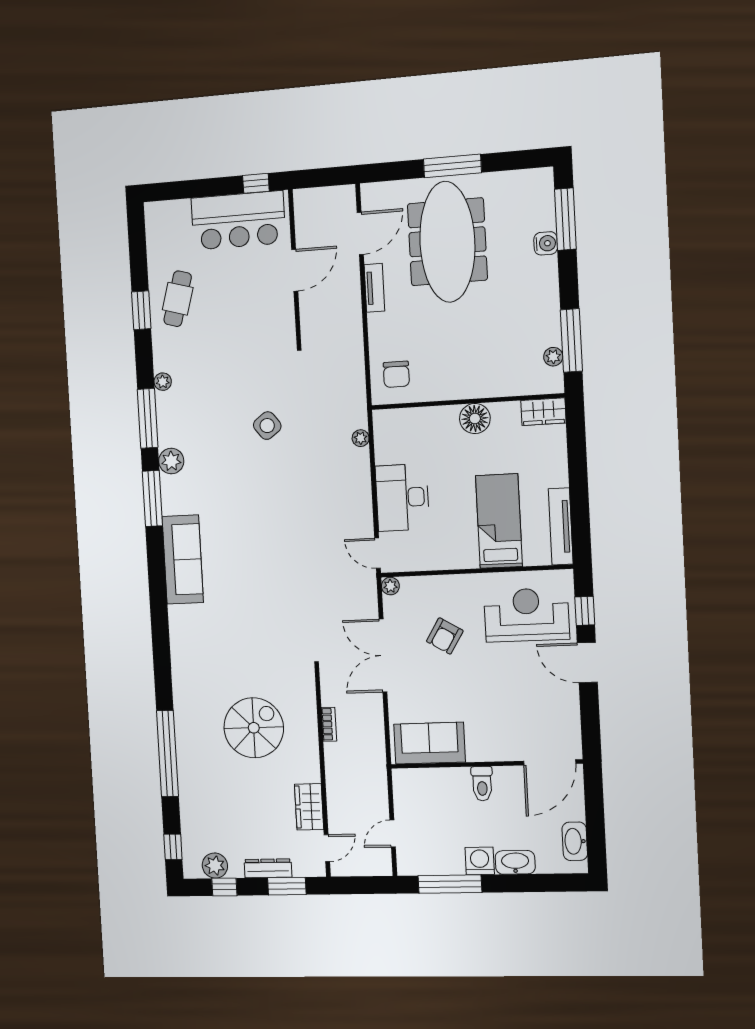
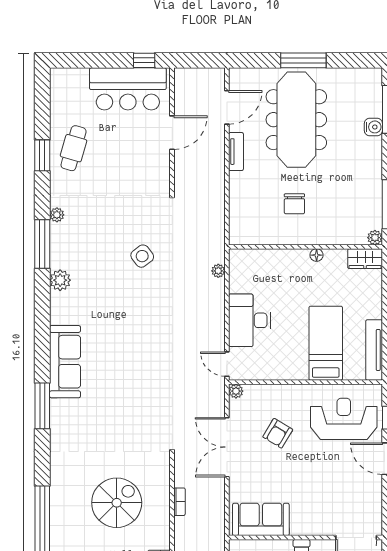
plant: (553, 357) -> (375, 238), moved
chair: (396, 374) -> (294, 204), moved
floor lamp: (475, 419) -> (317, 255), width x0.53, depth x0.53
window: (152, 498) -> (42, 406), moved

